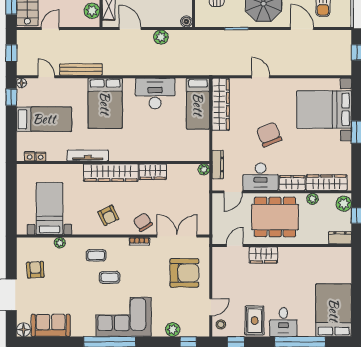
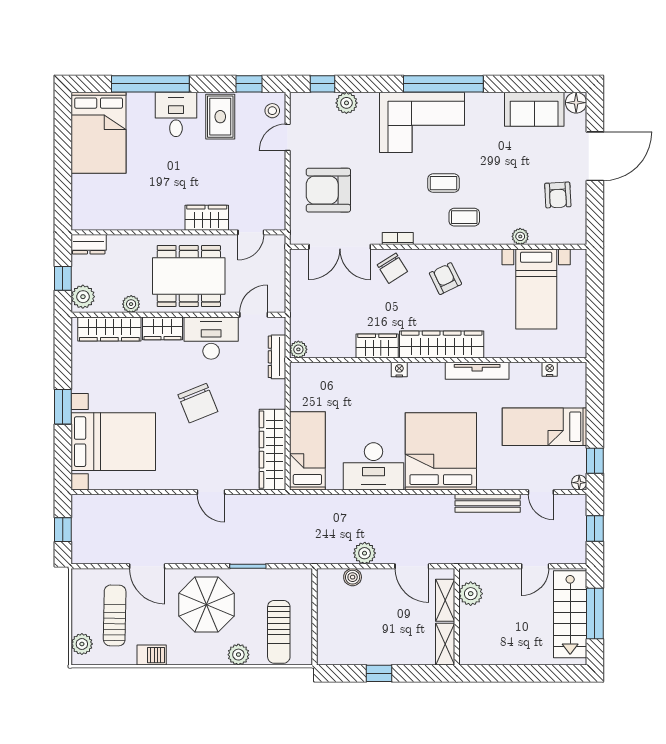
boiler: (186, 22) -> (353, 577), moved
bed: (105, 103) -> (441, 451), width x1.36
nightstand: (30, 156) -> (399, 370), moved

